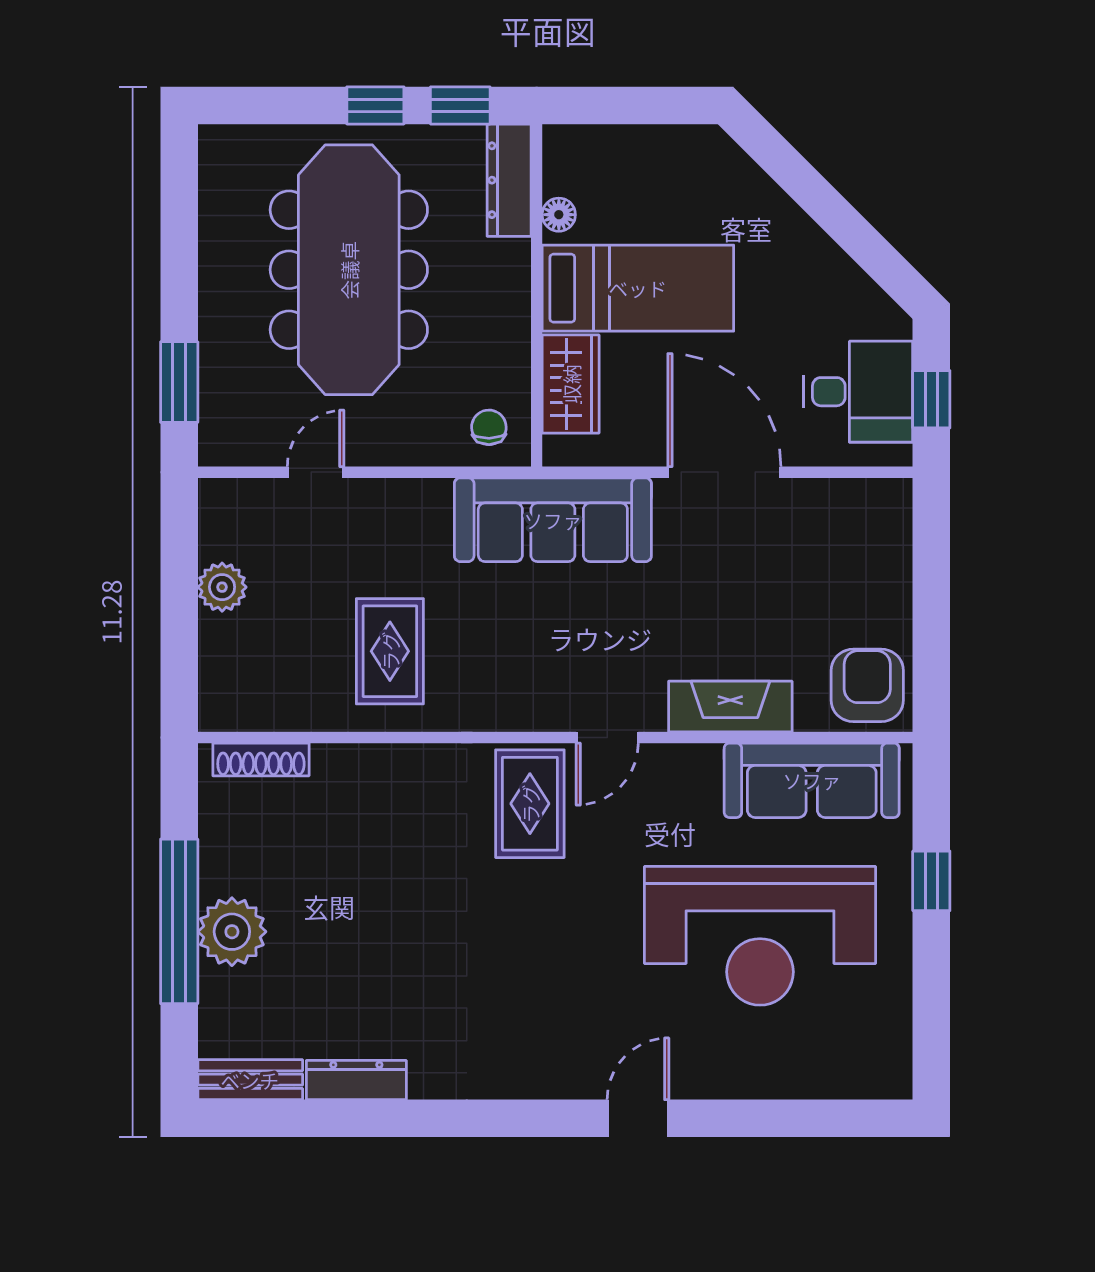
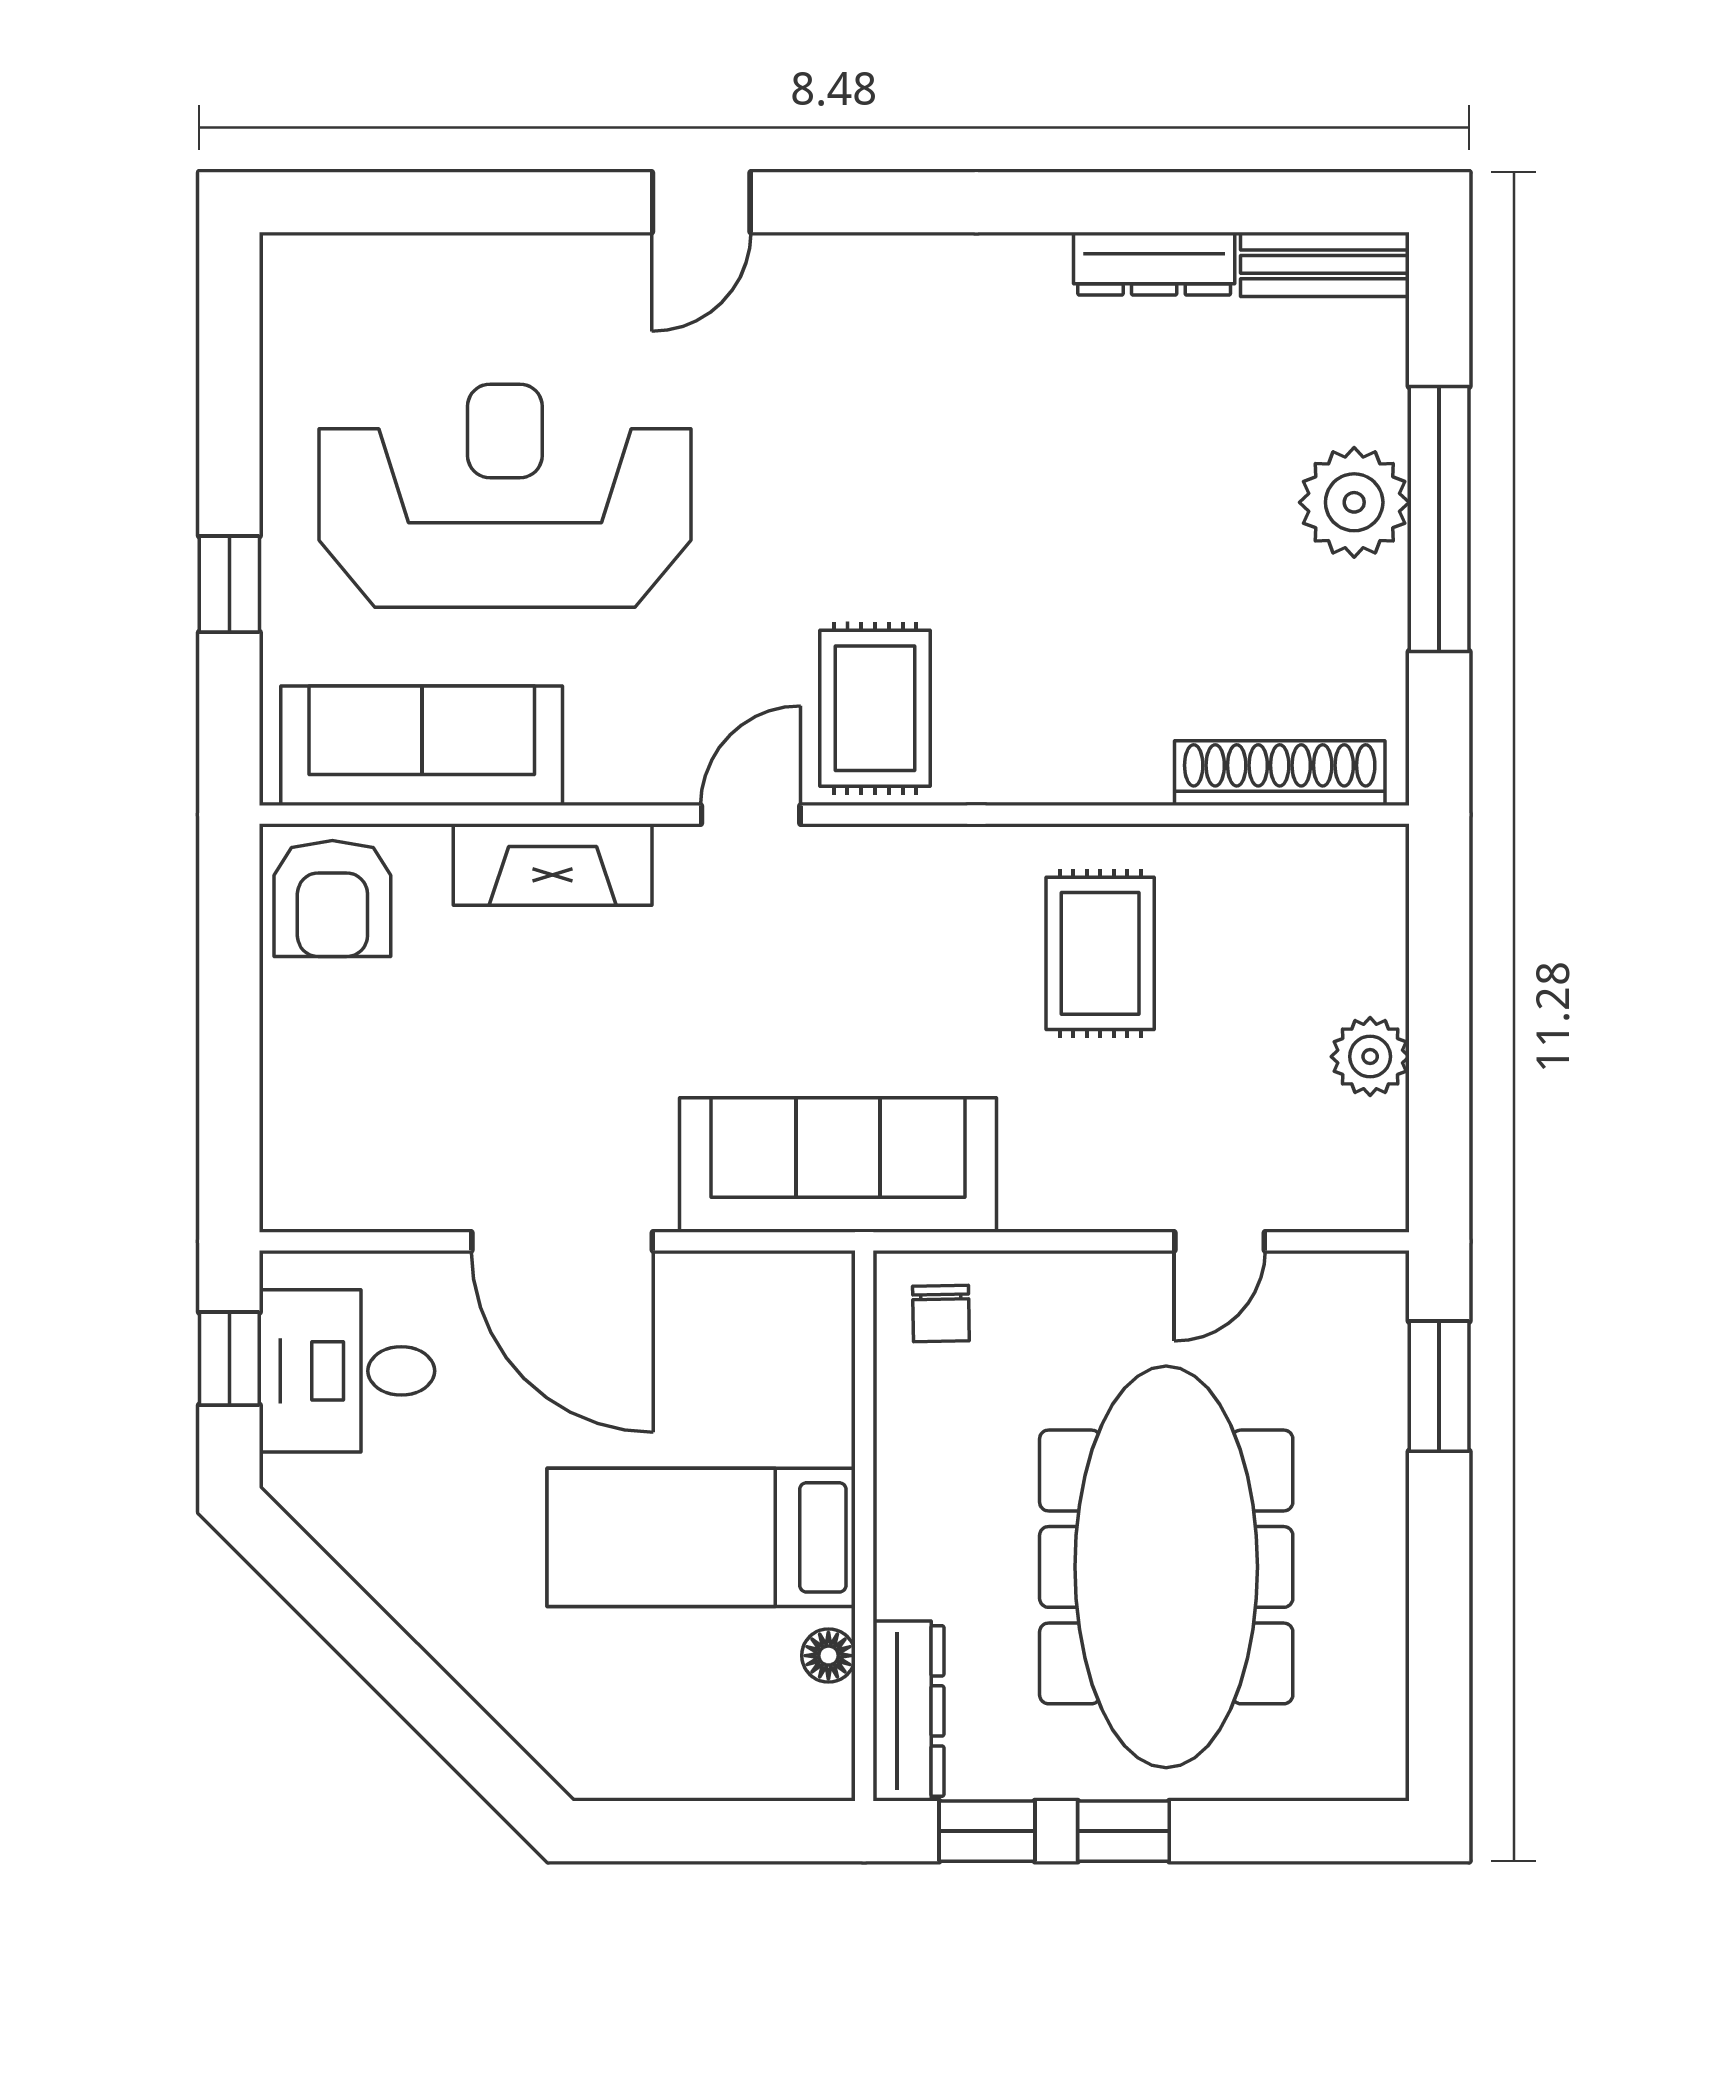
wardrobe: (571, 384) -> (809, 1383), removed
shoe rack: (261, 759) -> (1280, 773), width x1.36, depth x1.24

